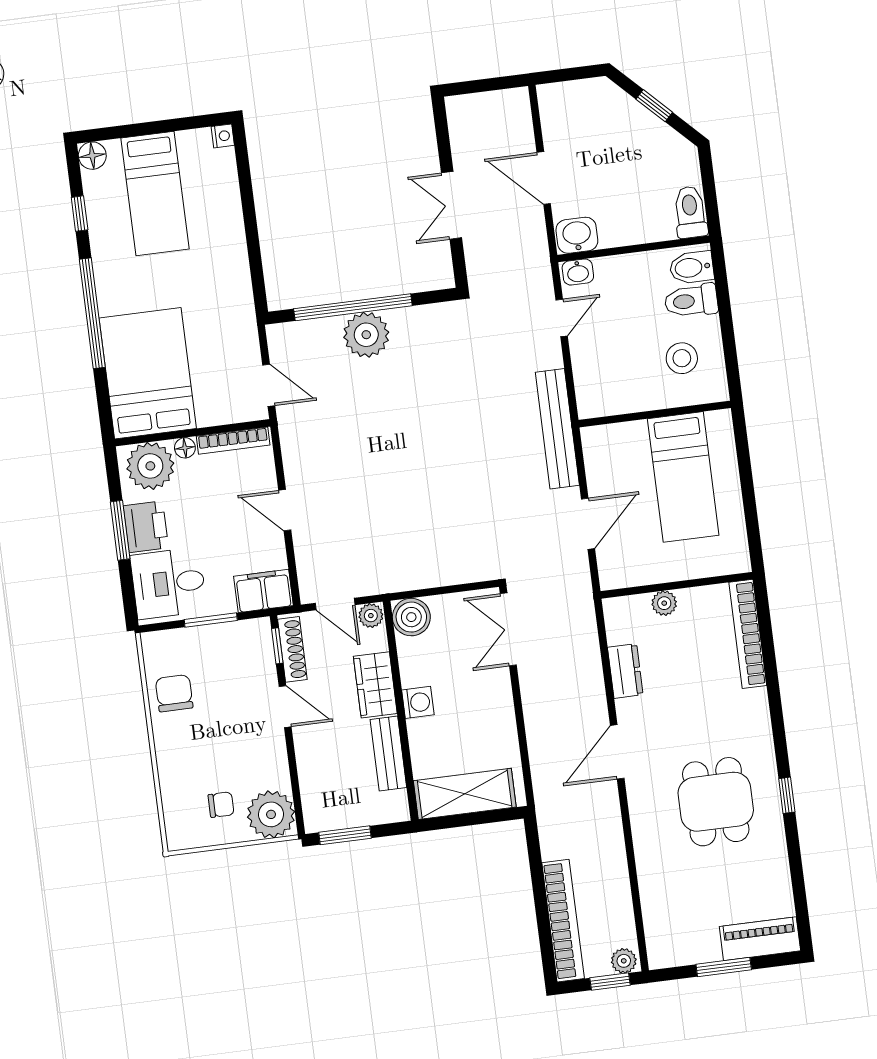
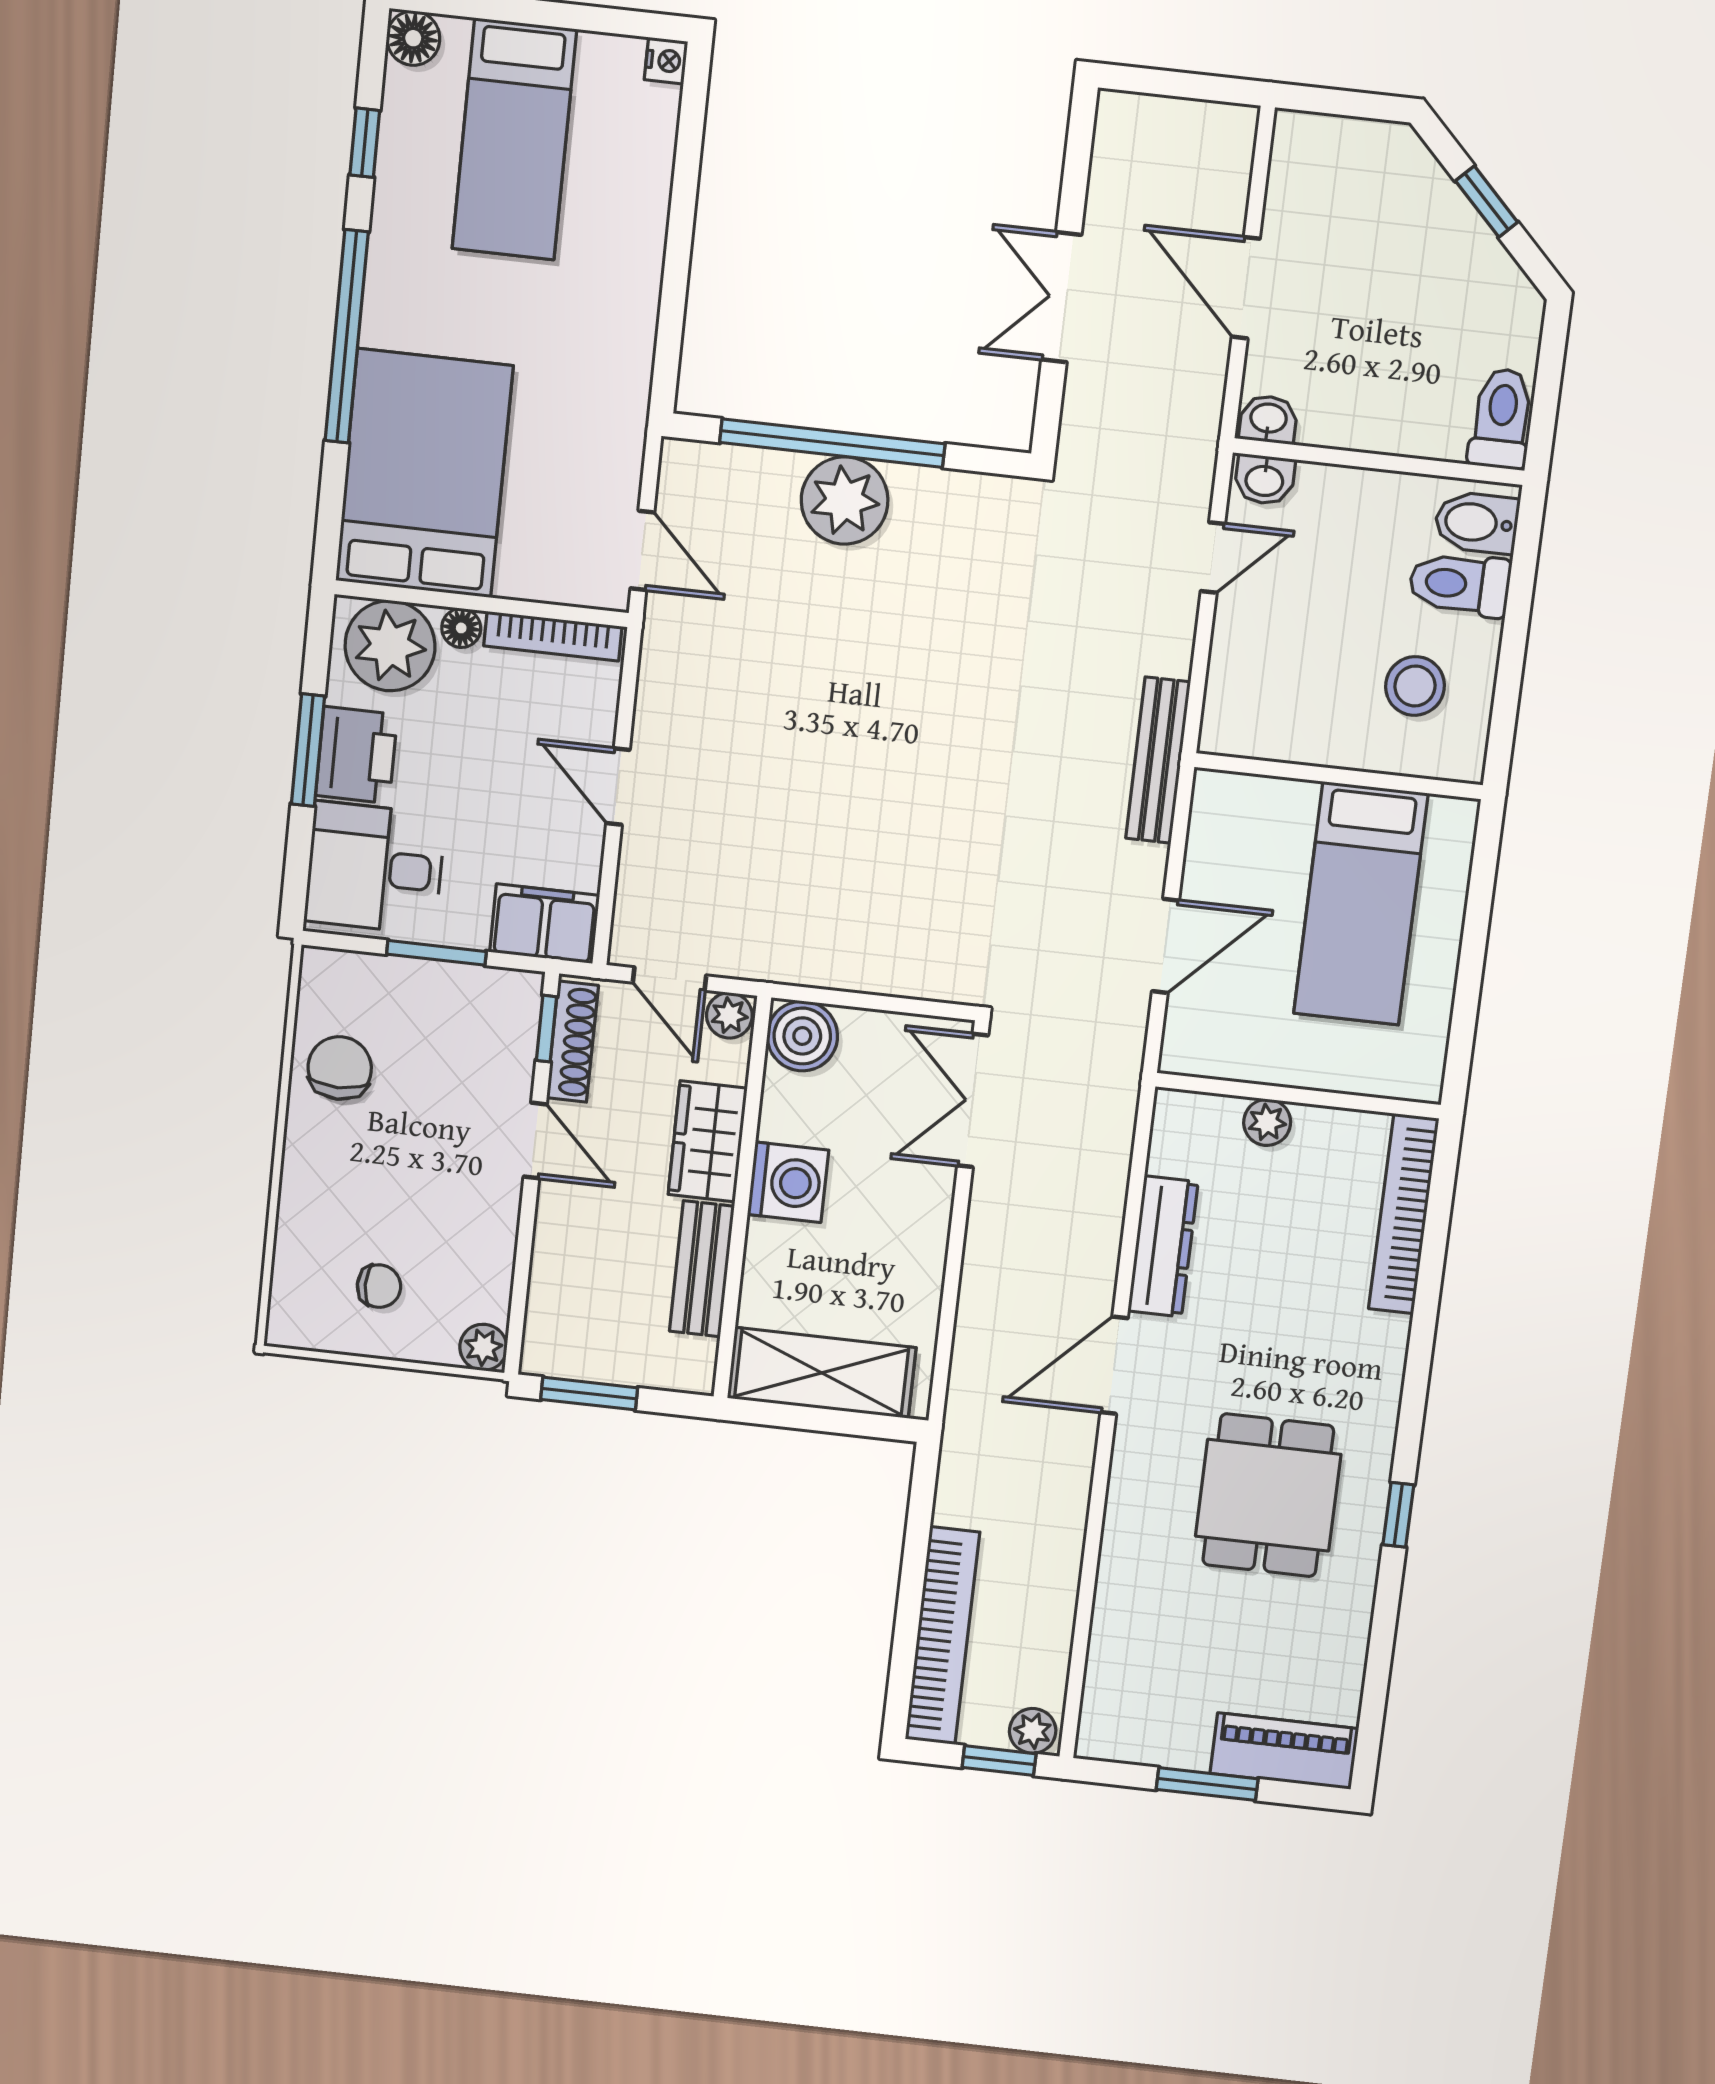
washbasin: (577, 235) -> (1268, 419), width x0.72, depth x0.69
bench: (557, 429) -> (1158, 760), width x0.73, depth x0.82
dresser: (625, 671) -> (1163, 1247), width x1.44
washing machine: (418, 702) -> (788, 1182), width x1.38, depth x1.38
plant: (271, 814) -> (483, 1347), width x0.53, depth x0.53

